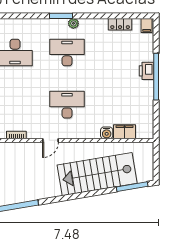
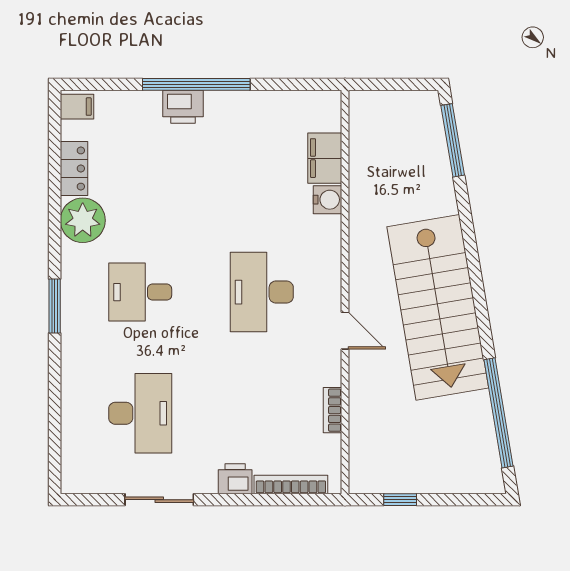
plant: (73, 23) -> (83, 220), moved, width x1.88, depth x1.88
desk: (67, 53) -> (140, 292), width x0.73
stairs: (97, 174) -> (438, 307), moved

